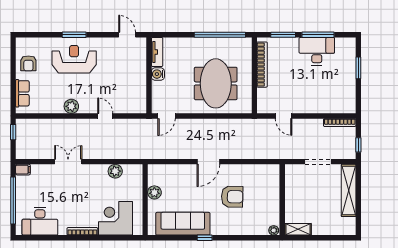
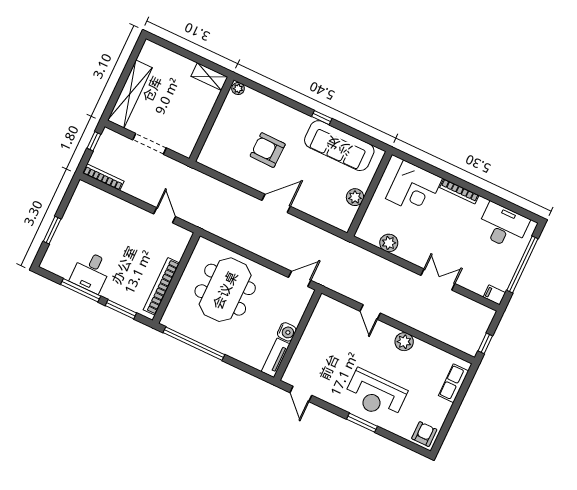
desk: (317, 51) -> (91, 272), width x0.73
armchair: (28, 63) -> (424, 434), moved
double door: (68, 162) -> (438, 280), swing flipped

